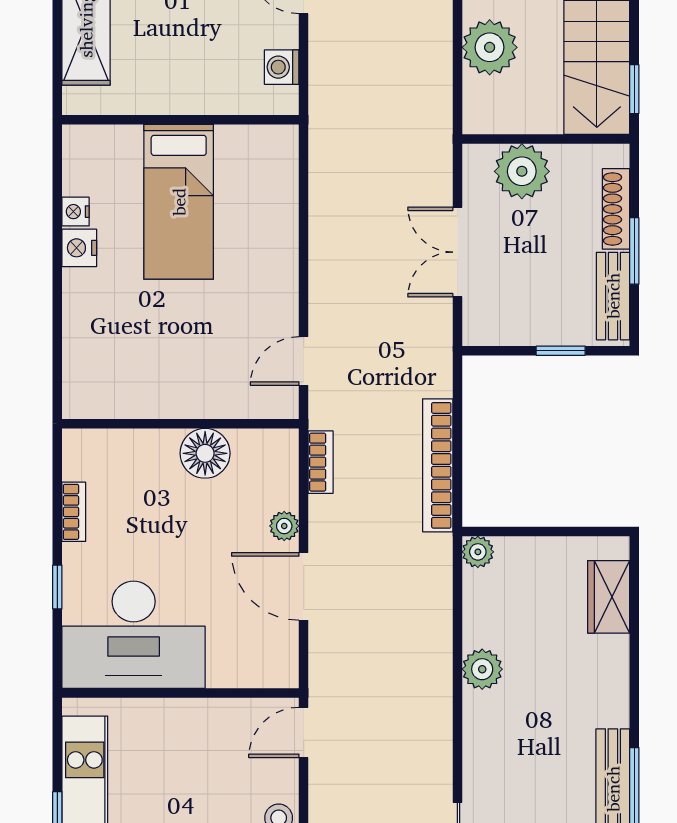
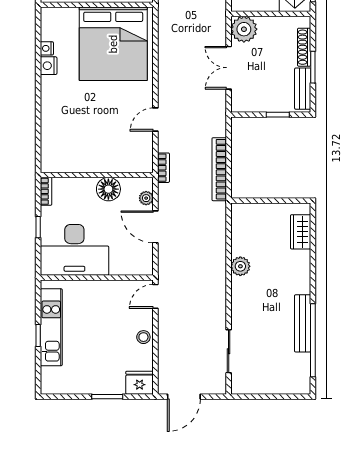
plant: (522, 171) -> (244, 29), moved
bed: (179, 202) -> (113, 44), width x2.04
wall: (180, 424) -> (97, 175), moved
floor lamp: (205, 453) -> (108, 189), moved
plant: (478, 552) -> (238, 210), removed

